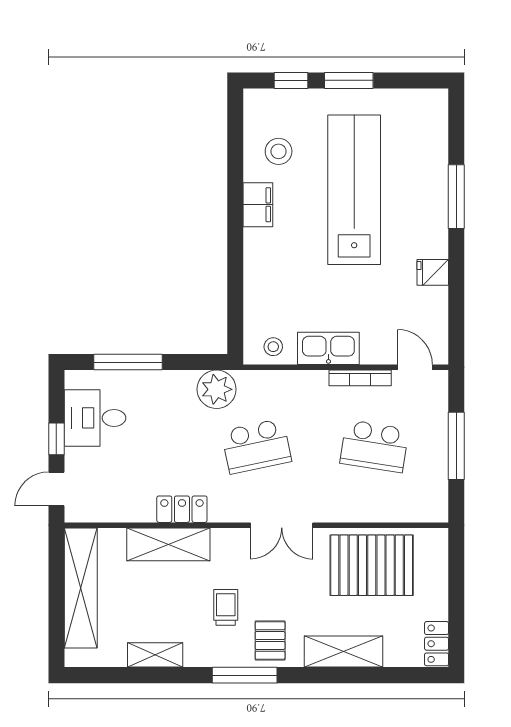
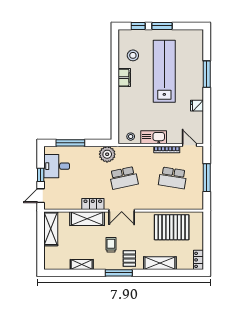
double door: (282, 525) -> (122, 211), moved
shelving: (81, 588) -> (51, 229), width x0.68

